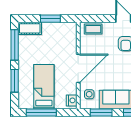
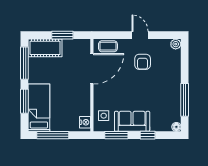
cot: (30, 28) -> (45, 48), width x1.37, depth x1.34
door: (78, 68) -> (92, 69), moved
bed: (44, 87) -> (39, 108), moved

